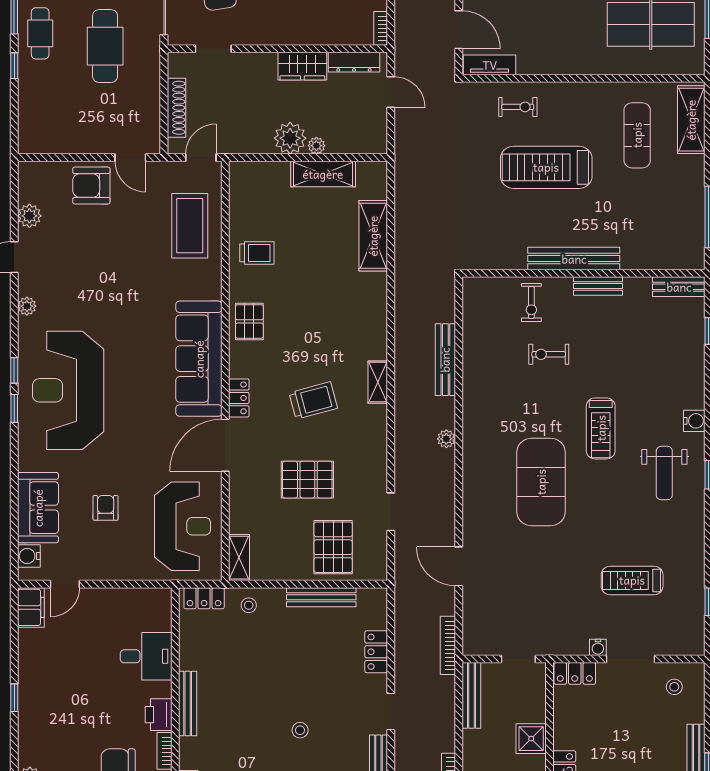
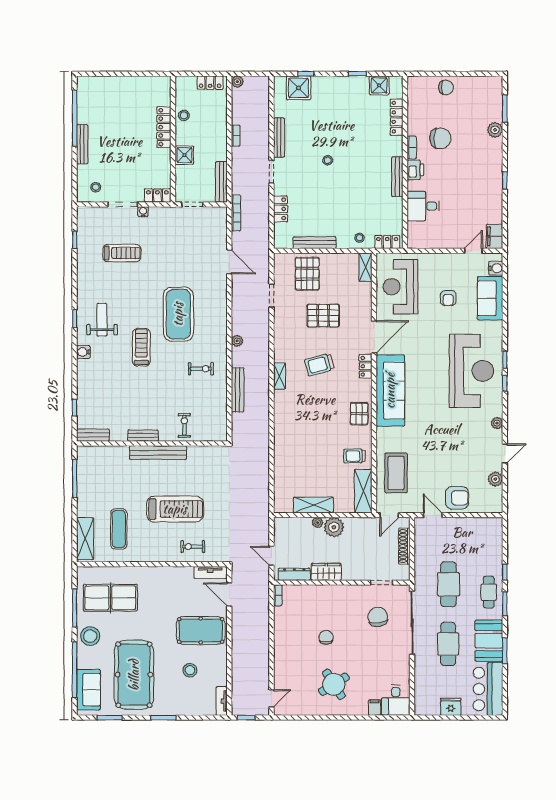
shelving: (373, 236) -> (363, 491), moved
exercise bike: (549, 354) -> (201, 369), moved

